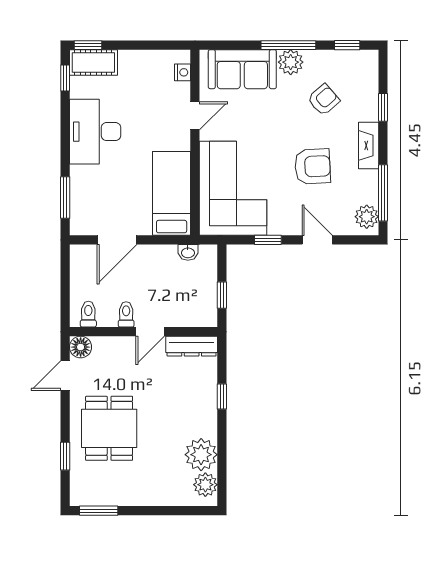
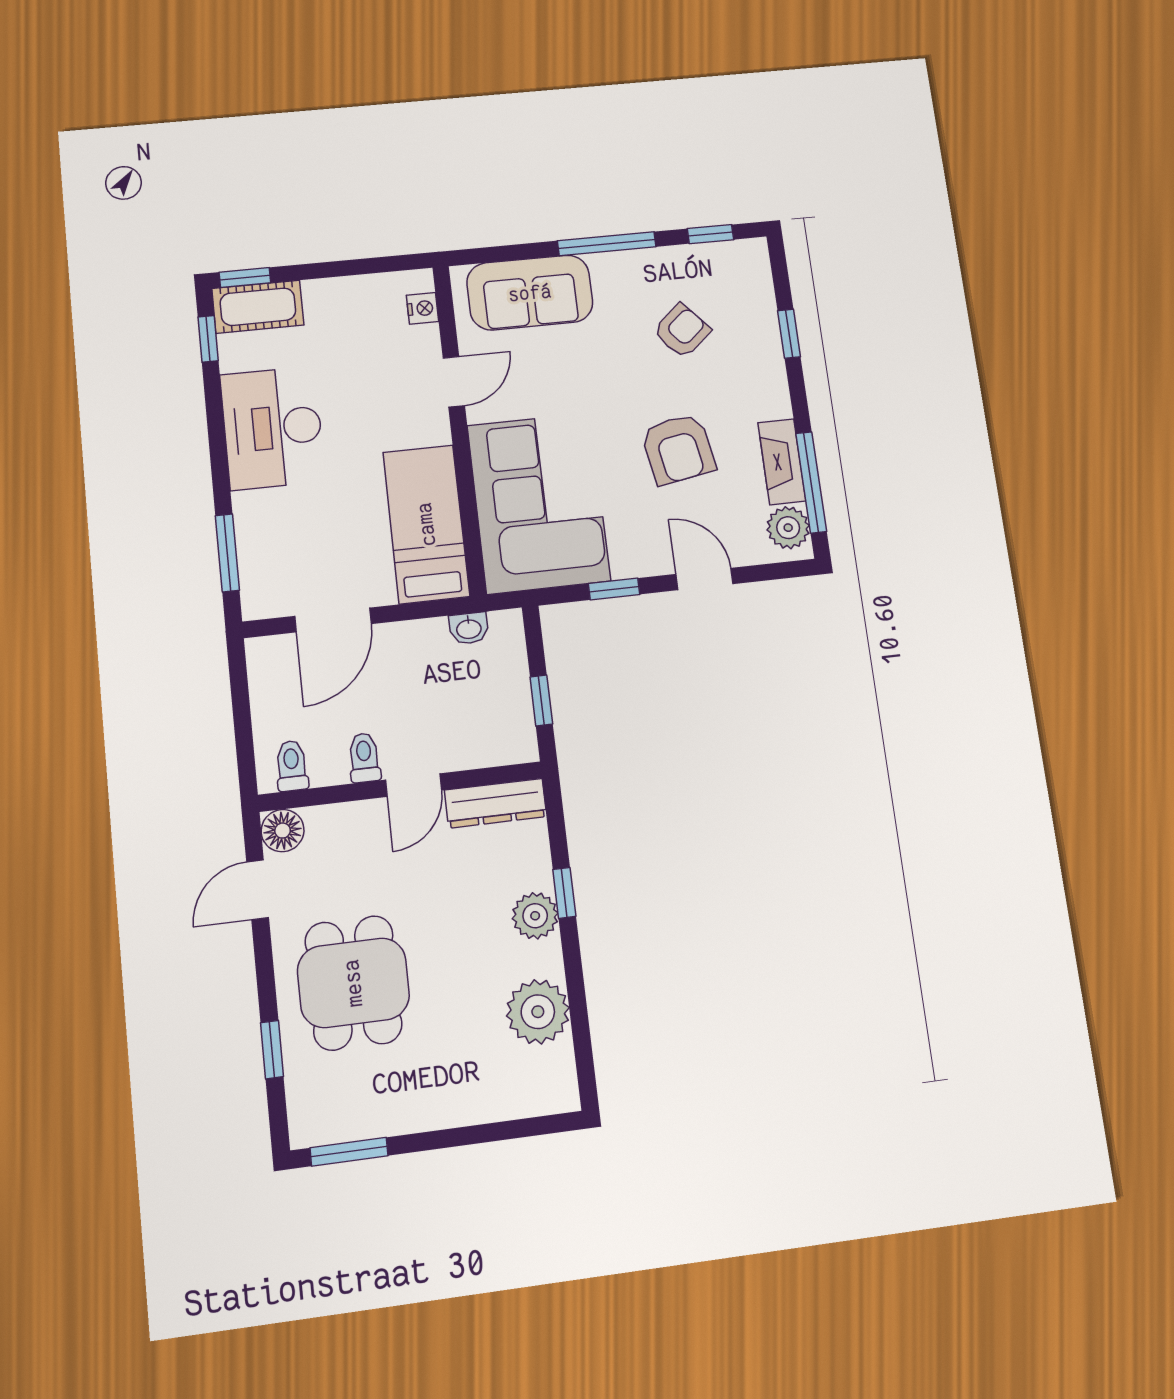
plant: (291, 62) -> (615, 272), removed
fireplace: (369, 145) -> (782, 462), moved
armchair: (313, 166) -> (678, 449), turned 83
plant: (205, 485) -> (535, 916), moved

